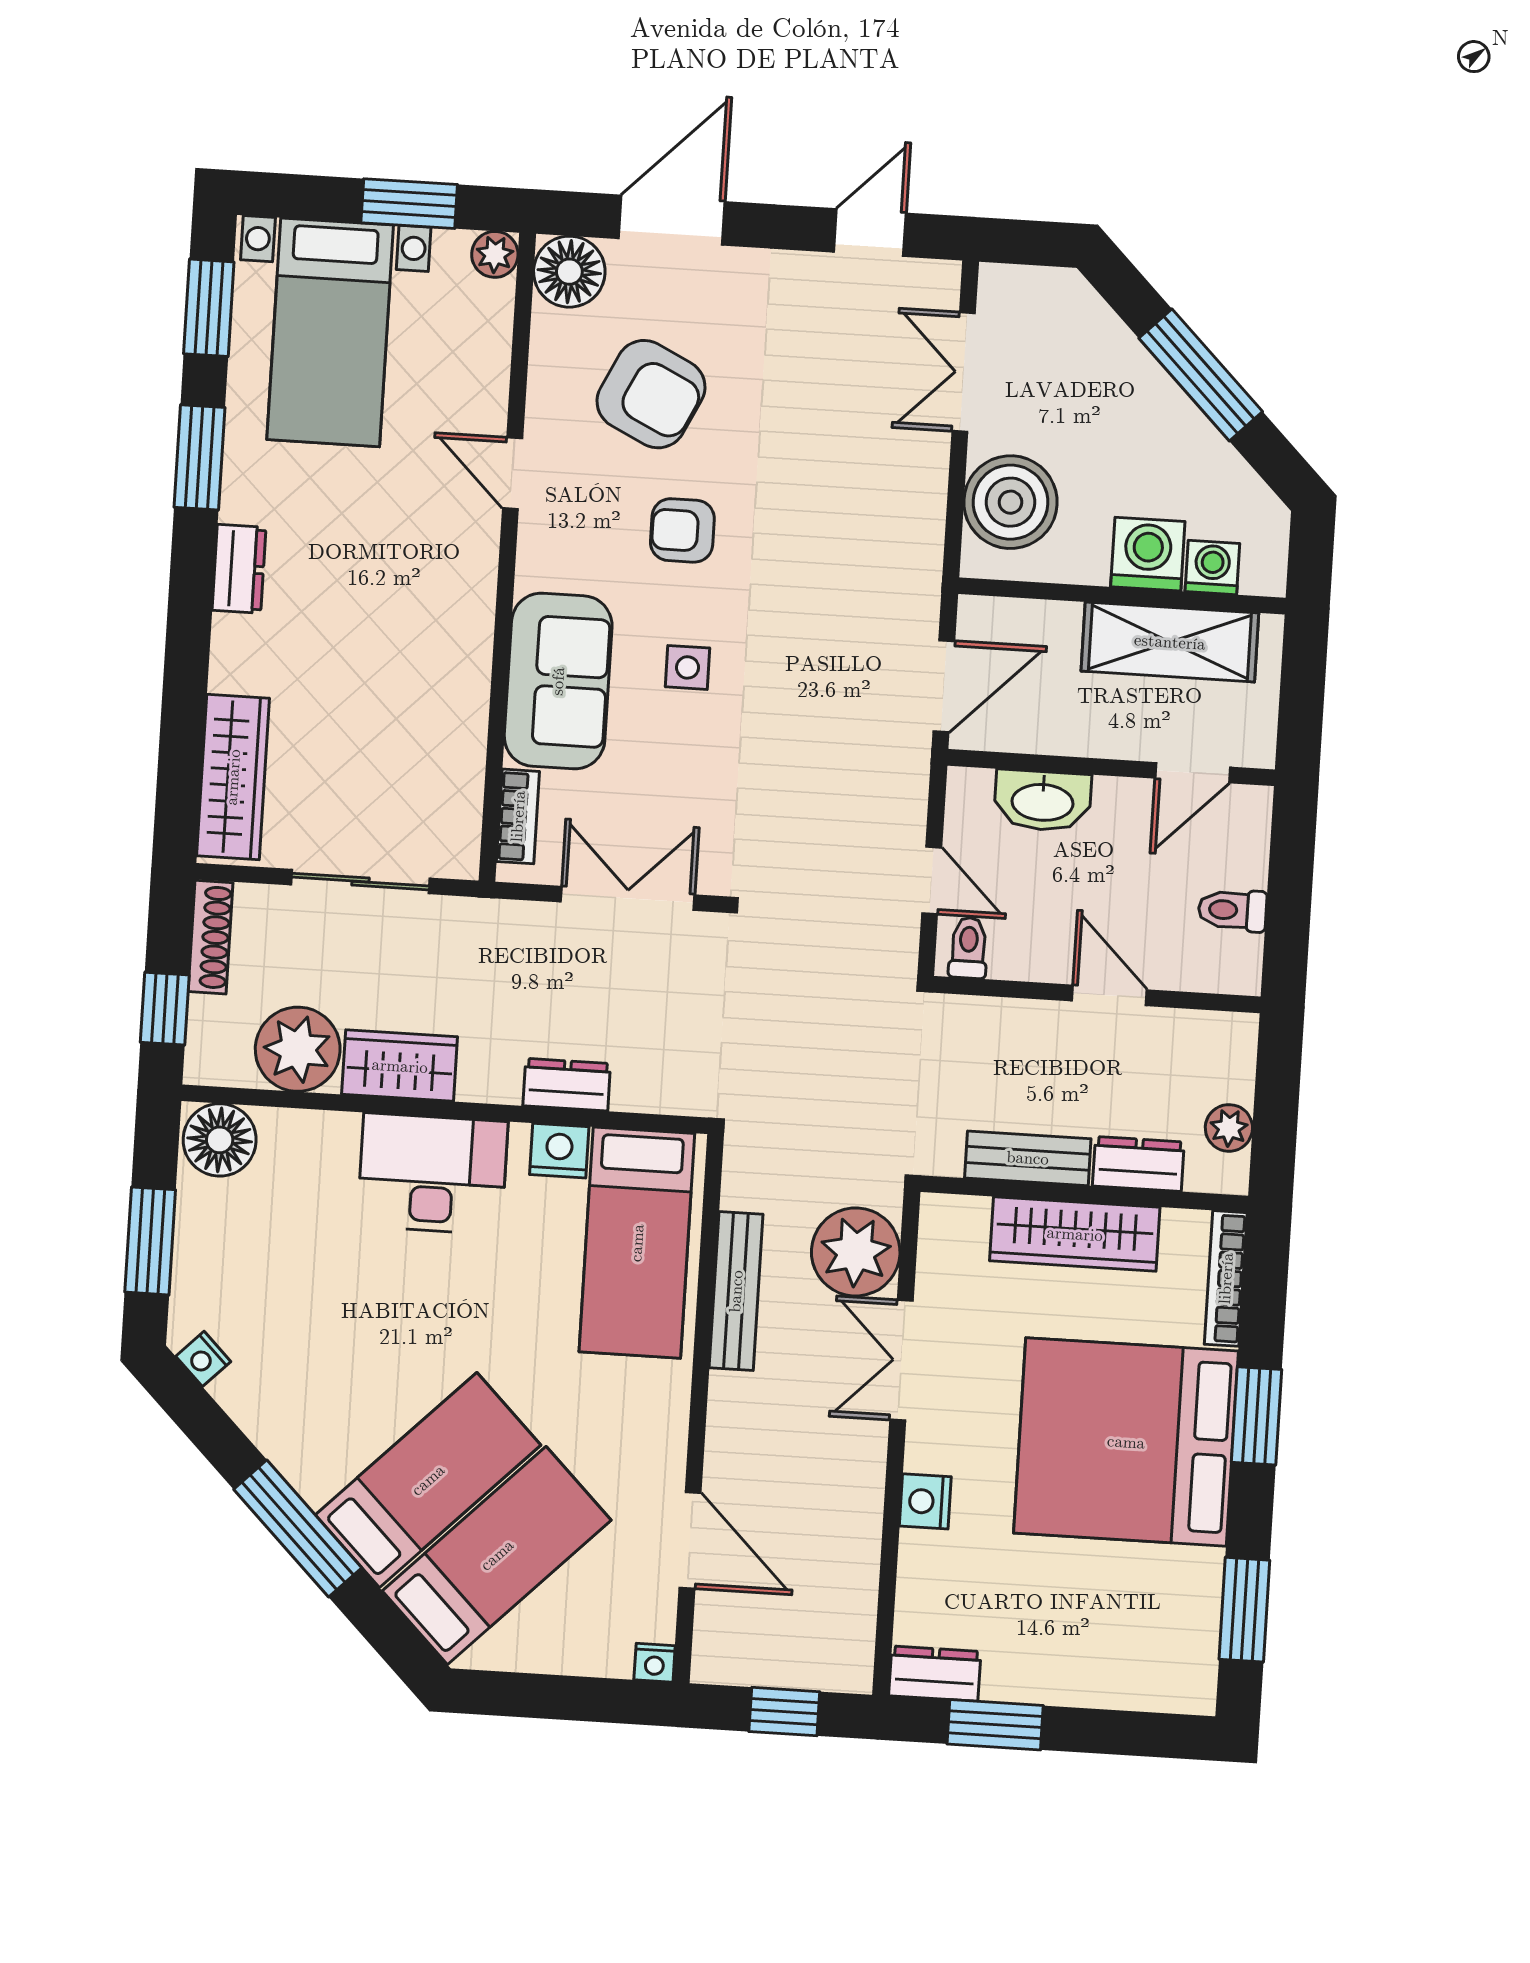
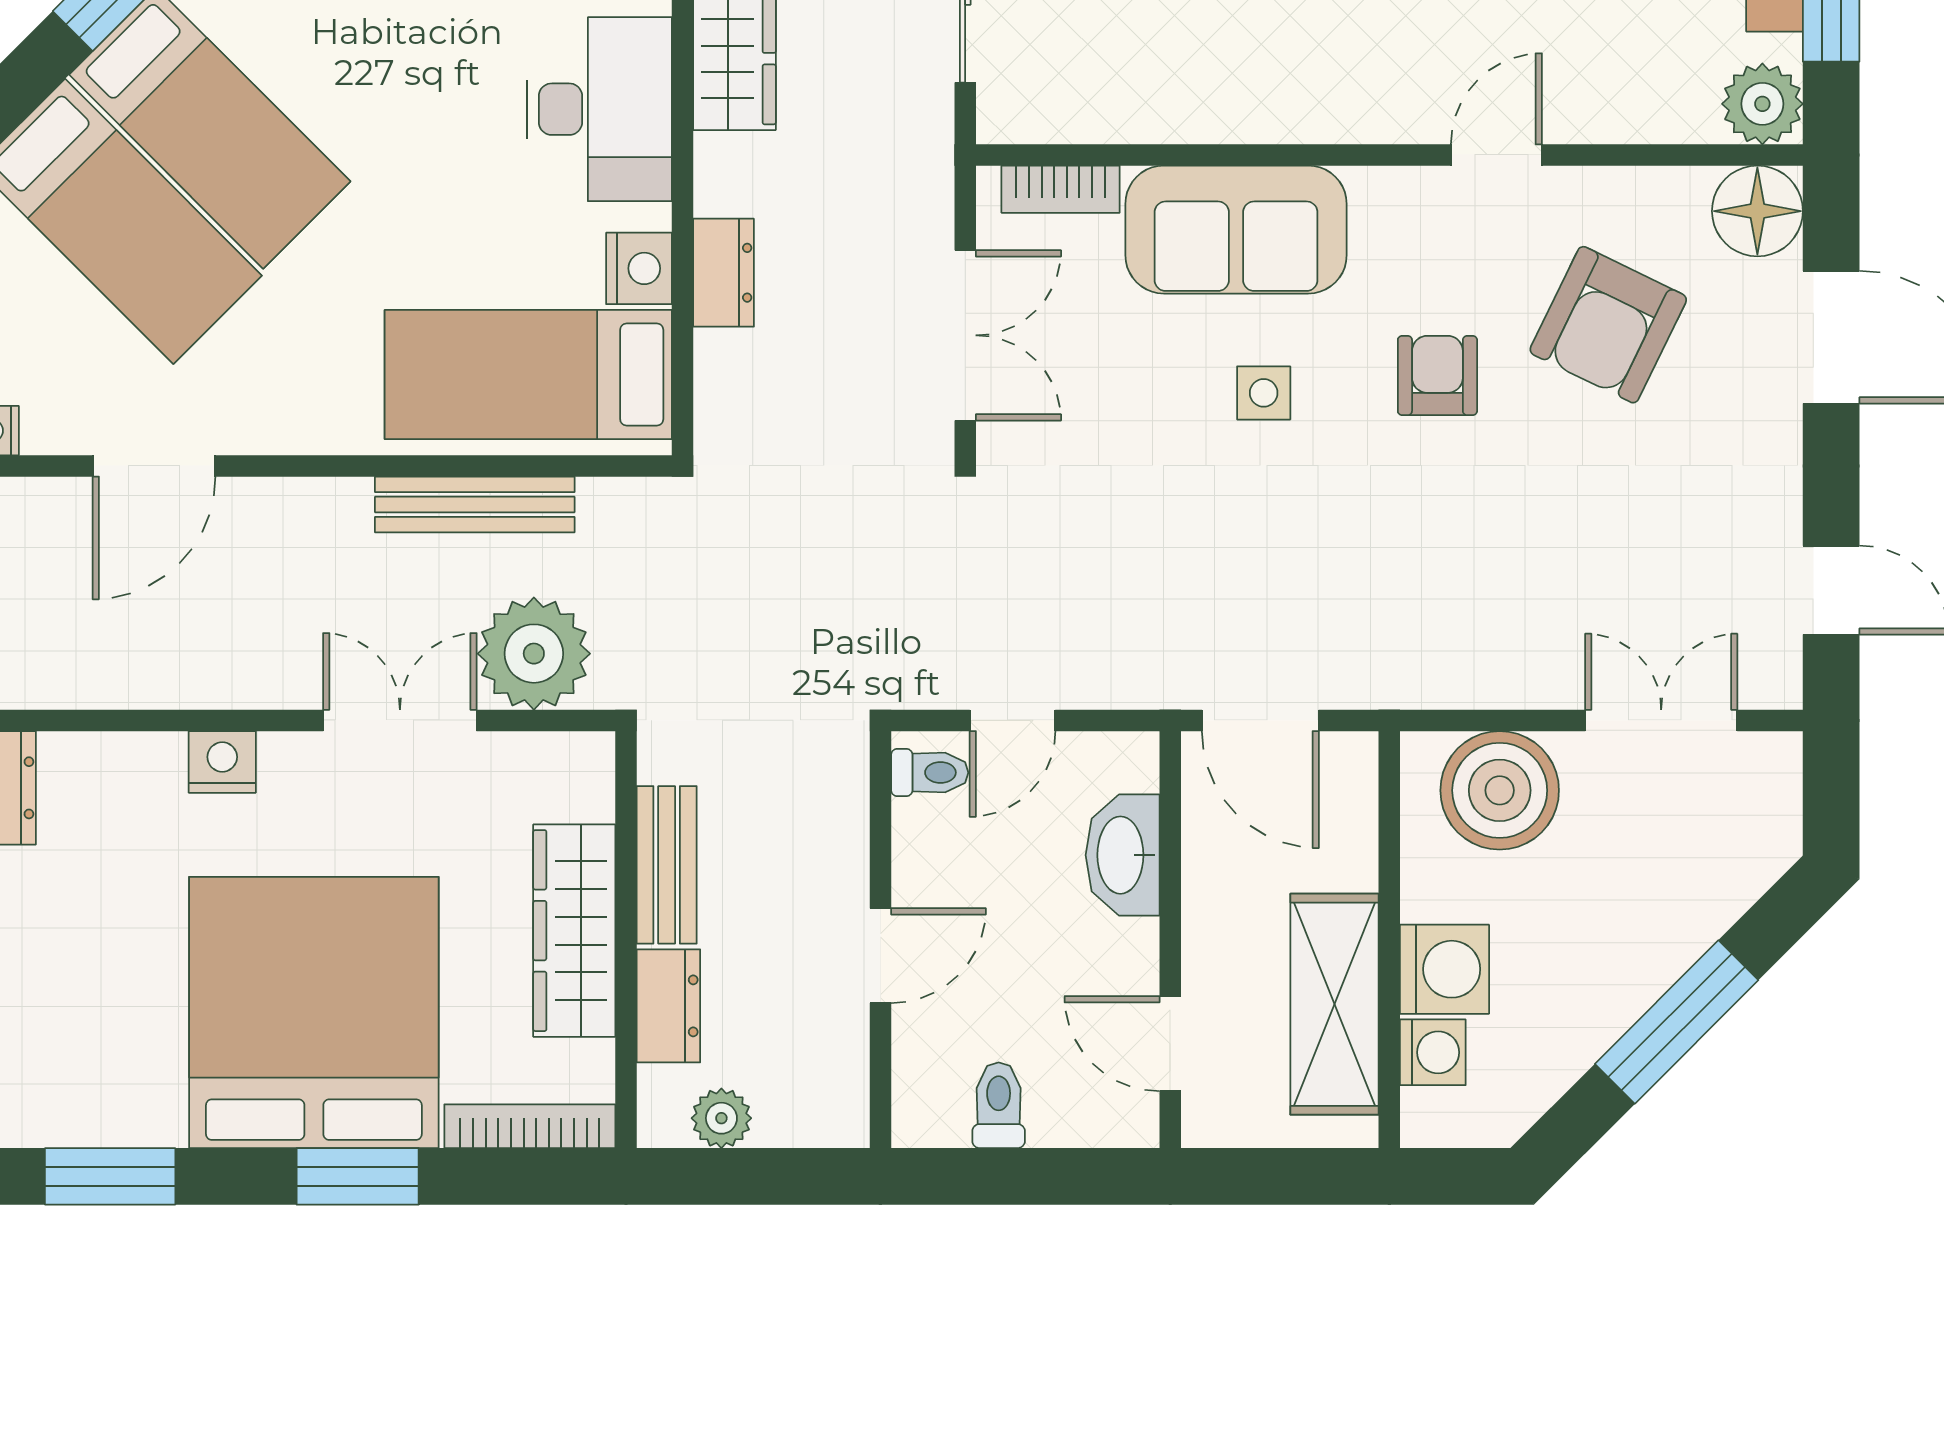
plant: (495, 254) -> (1762, 104), width x1.38, depth x1.38

